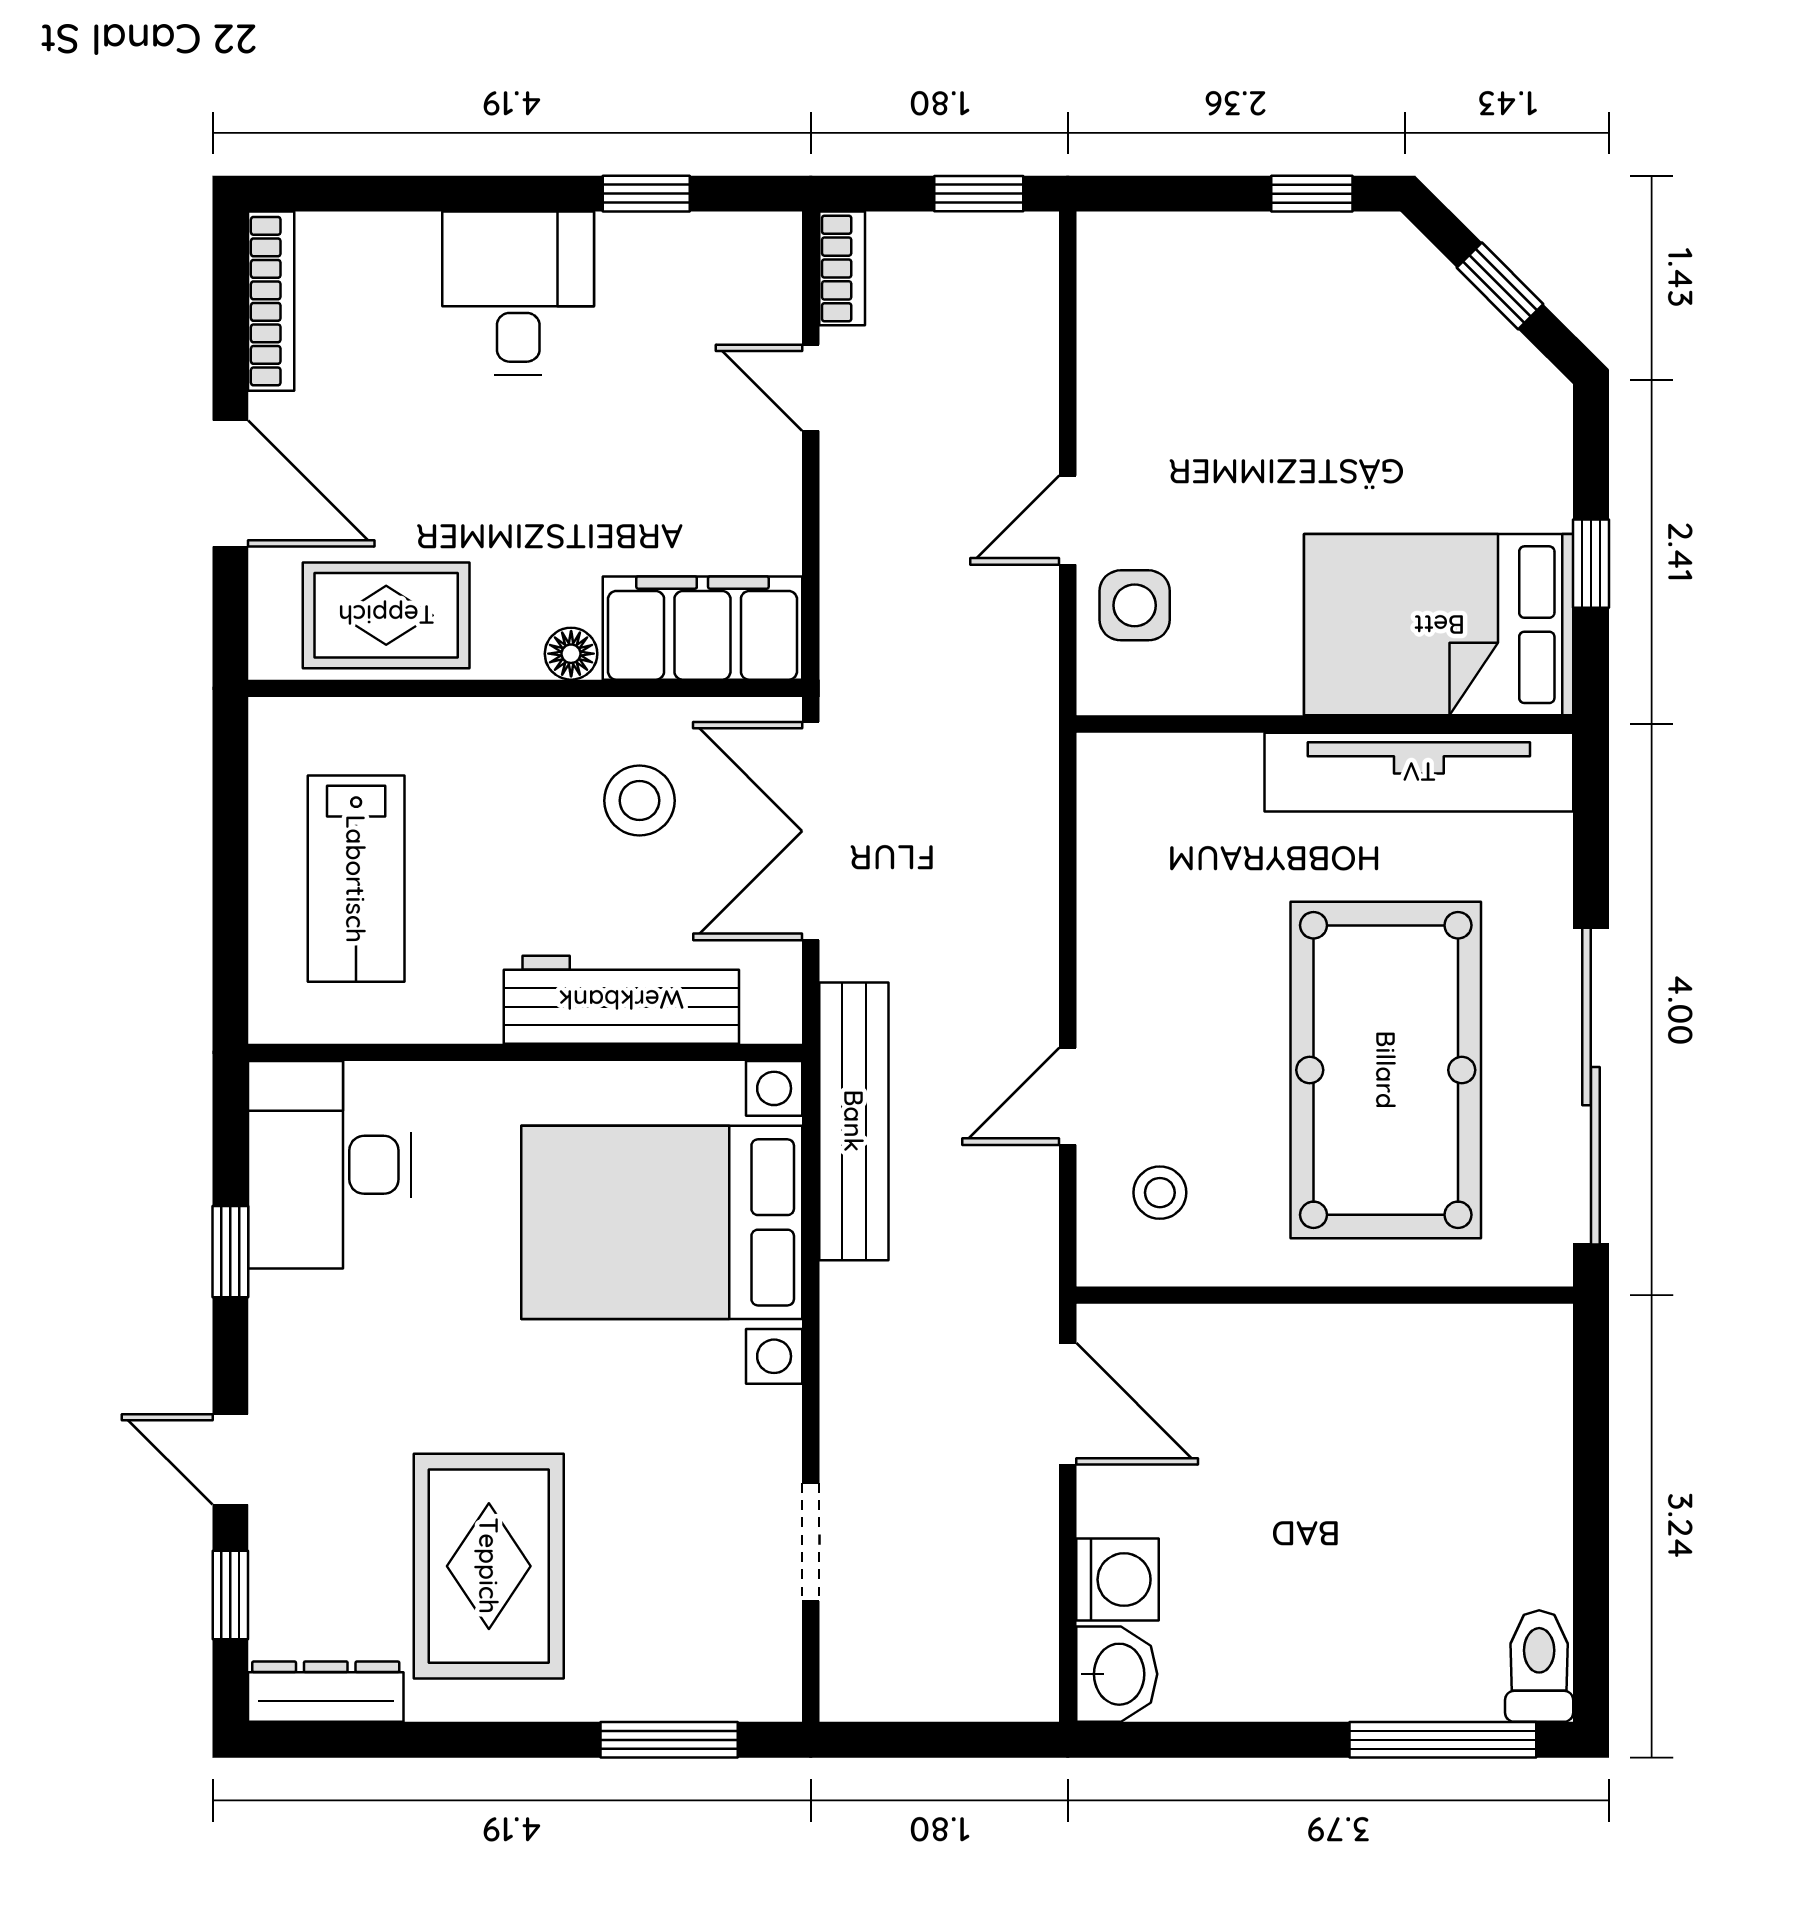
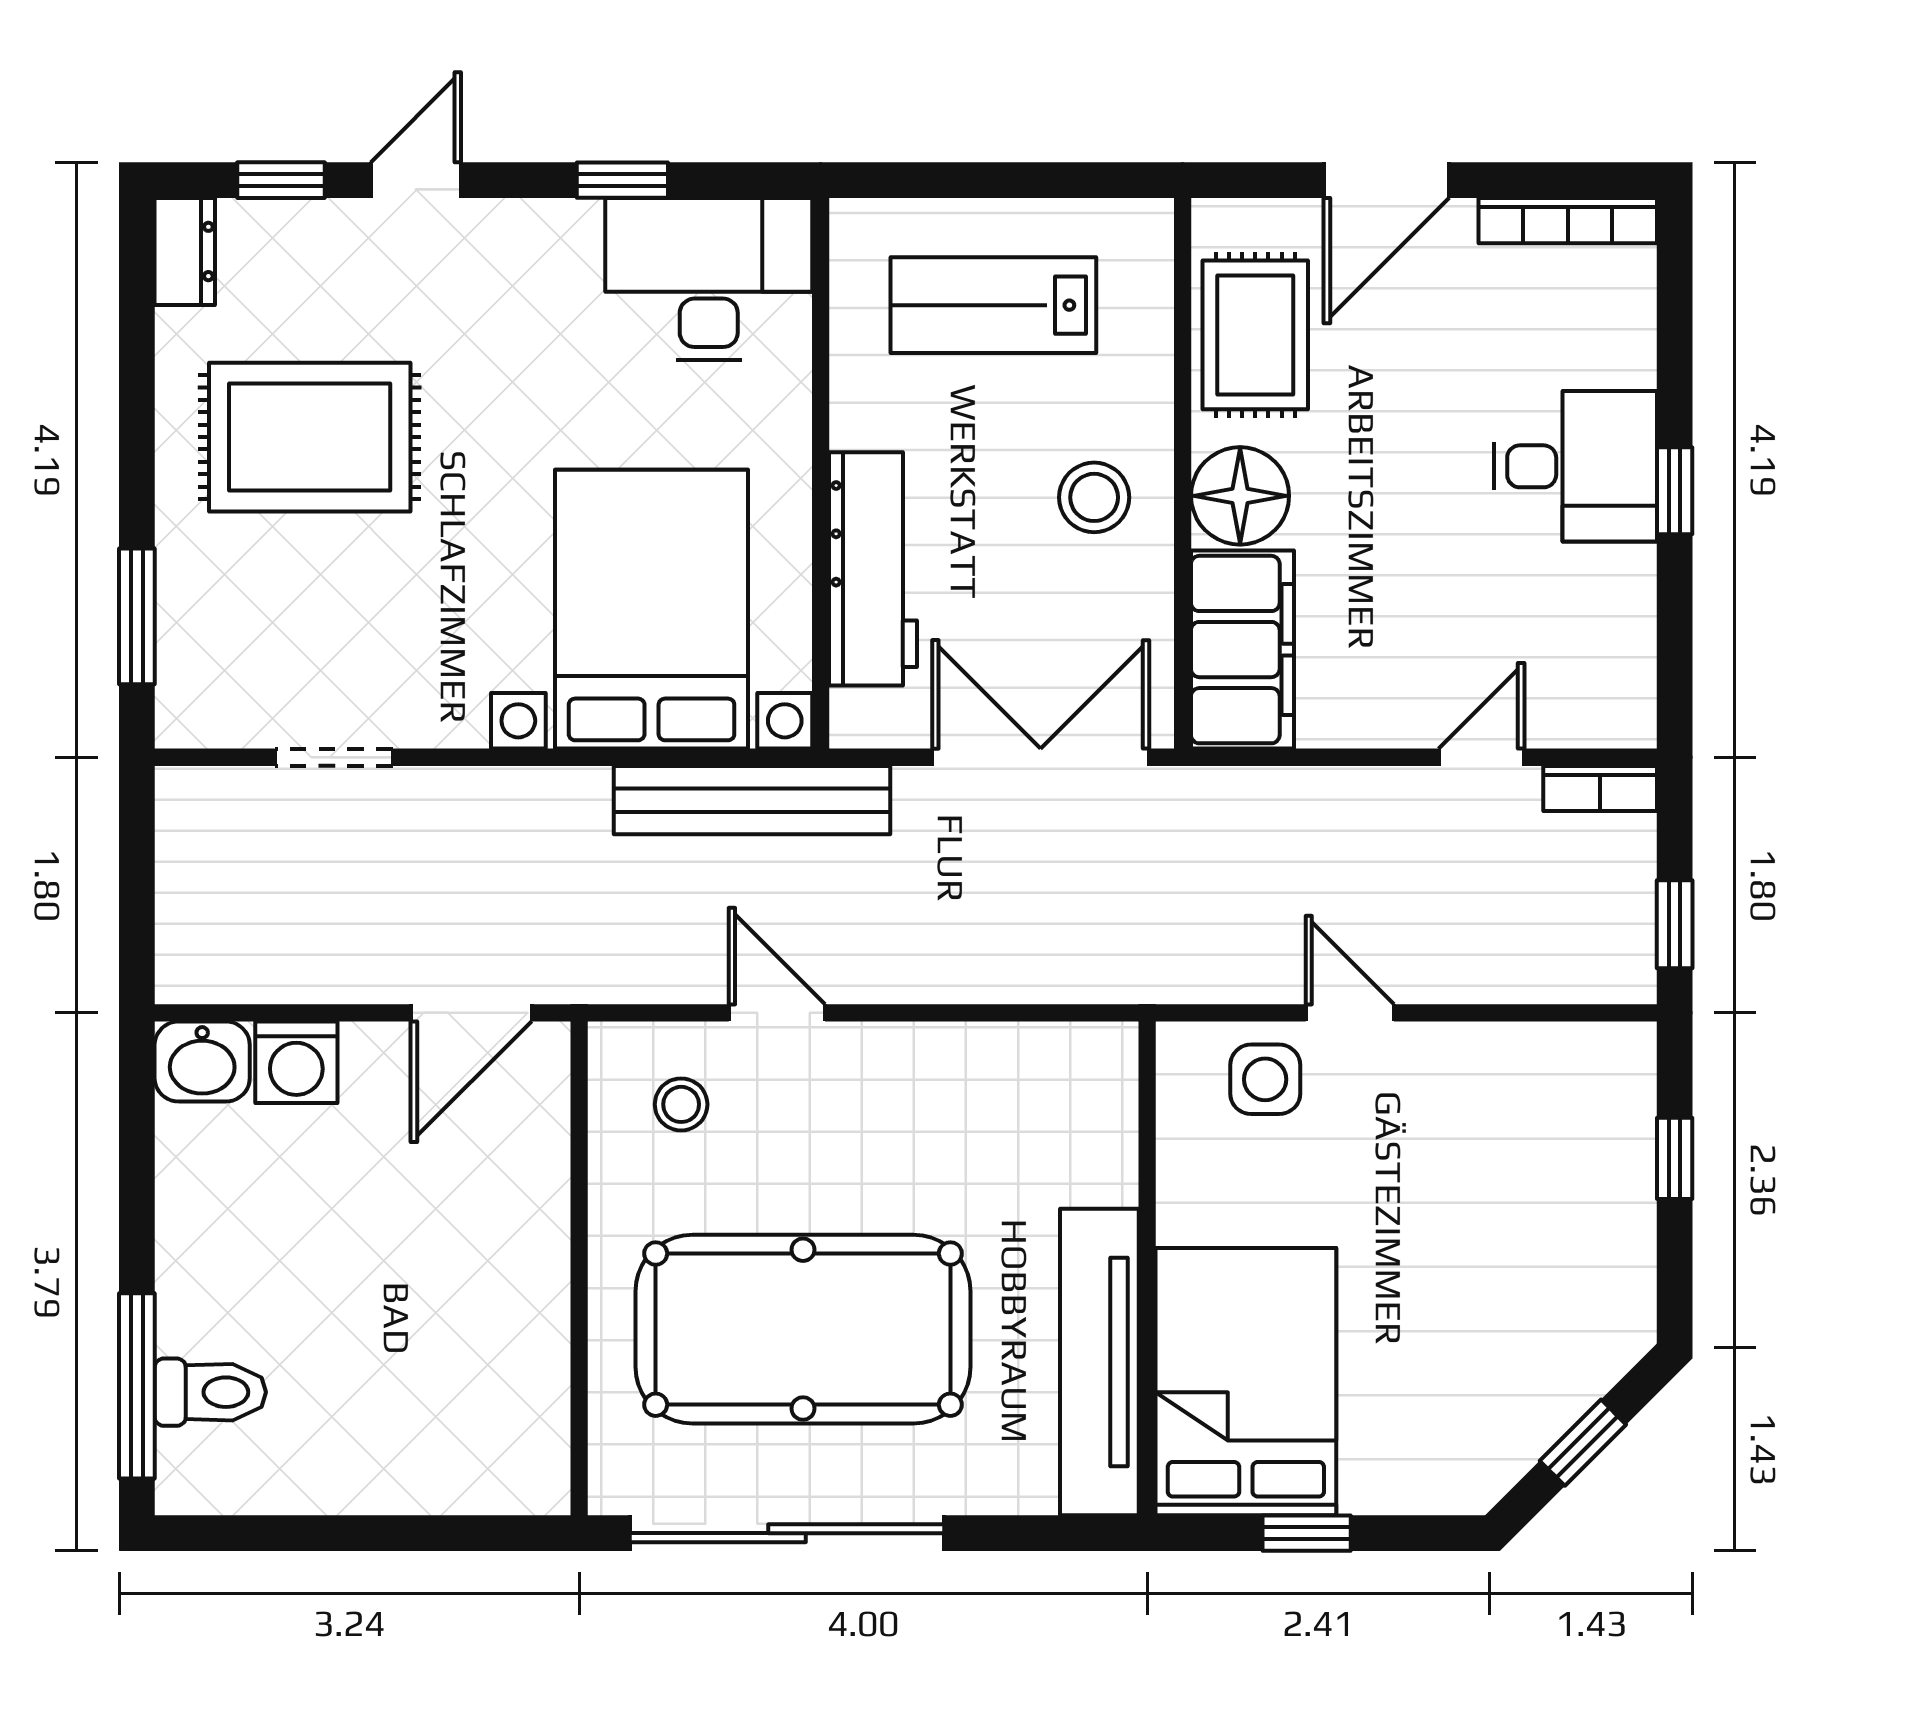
window: (646, 194) -> (1675, 491), moved
window: (1312, 194) -> (1675, 1158), moved
floor lamp: (571, 654) -> (1240, 496), width x1.89, depth x1.89
stool: (639, 801) -> (1094, 497), moved
toilet: (1539, 1666) -> (210, 1392), moved
dresser: (326, 1692) -> (185, 251), width x0.70

